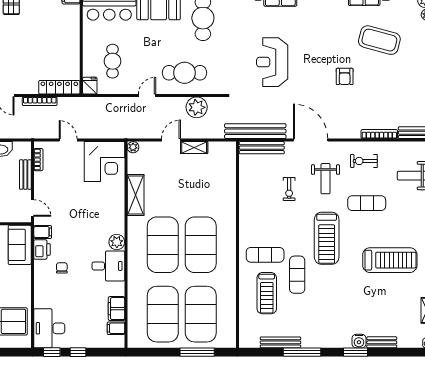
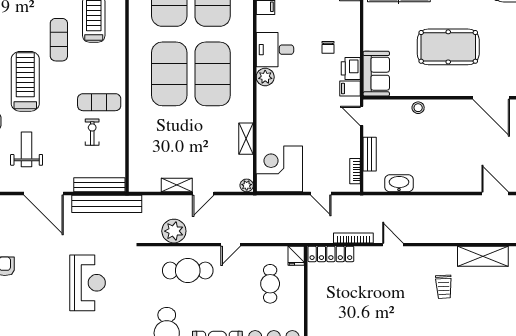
exercise bike: (289, 189) -> (92, 132), moved
shelving: (136, 195) -> (246, 139), width x0.67, depth x0.75
exercise mat: (265, 255) -> (99, 102), moved

